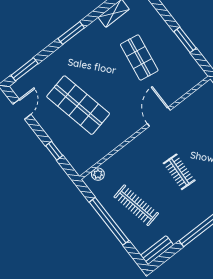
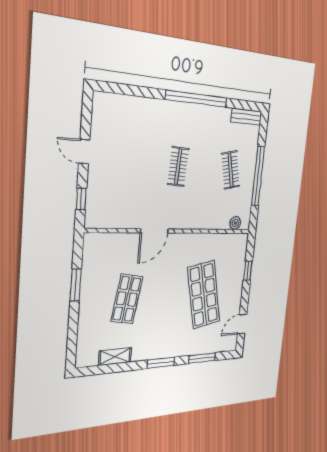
window: (25, 69) -> (202, 358), moved
clothes rail: (136, 205) -> (231, 170), width x0.73

